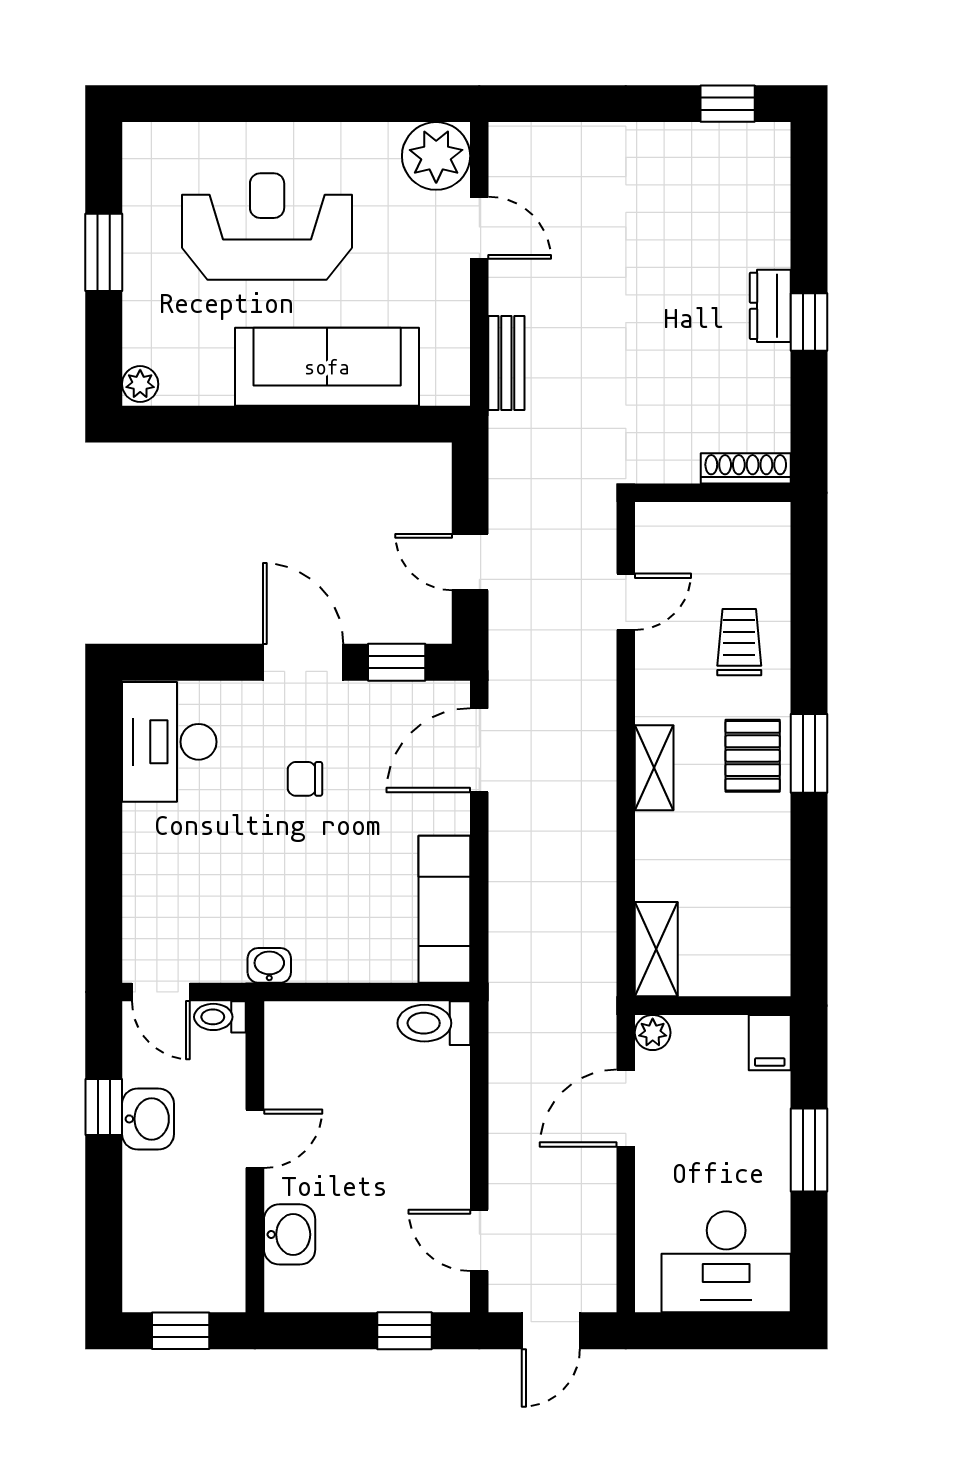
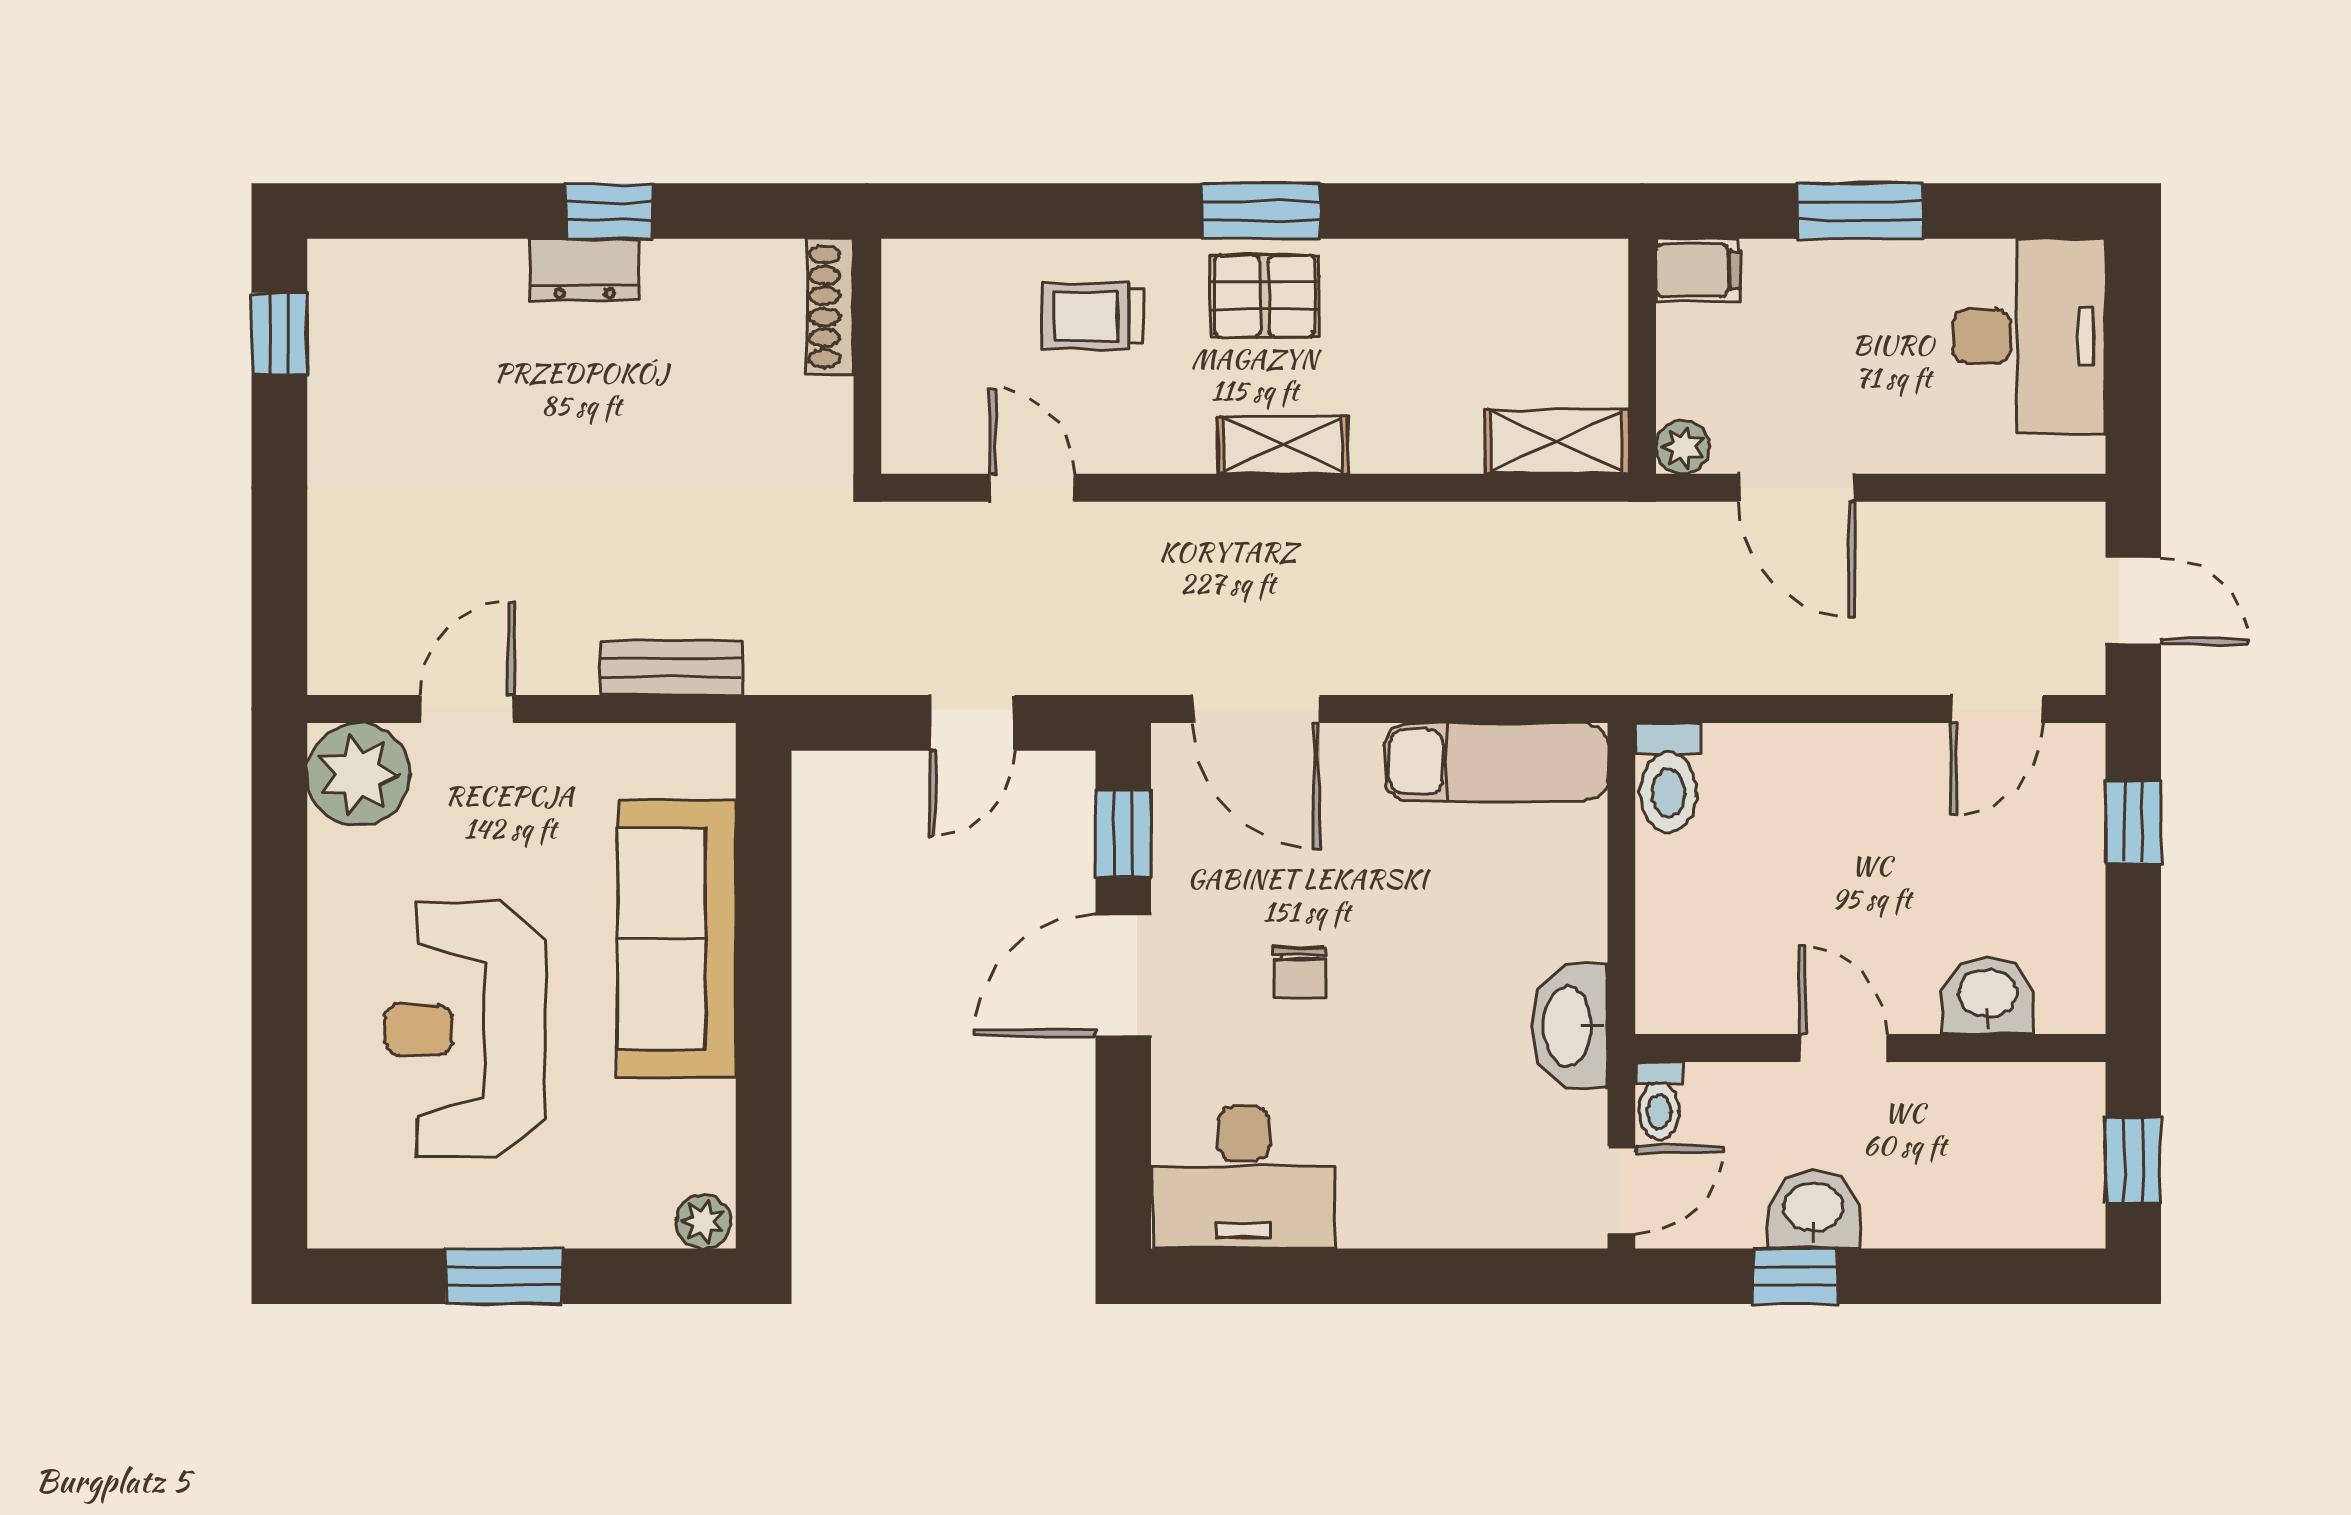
washbasin: (269, 965) -> (1569, 1026), width x1.91, depth x1.45

